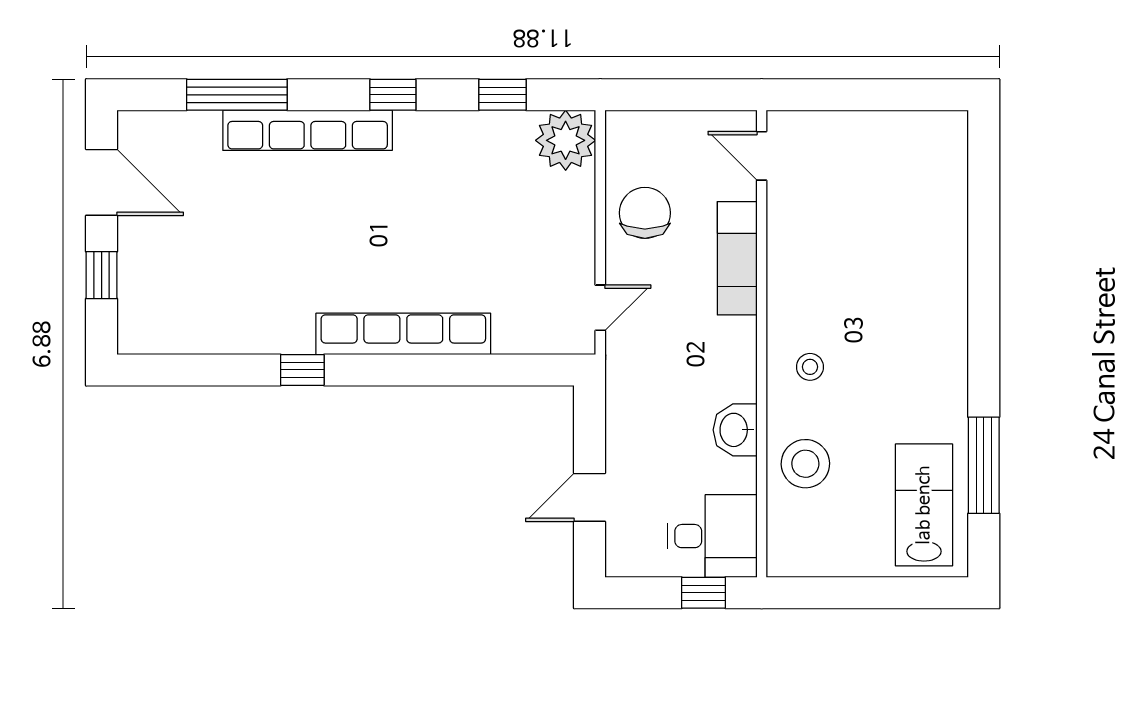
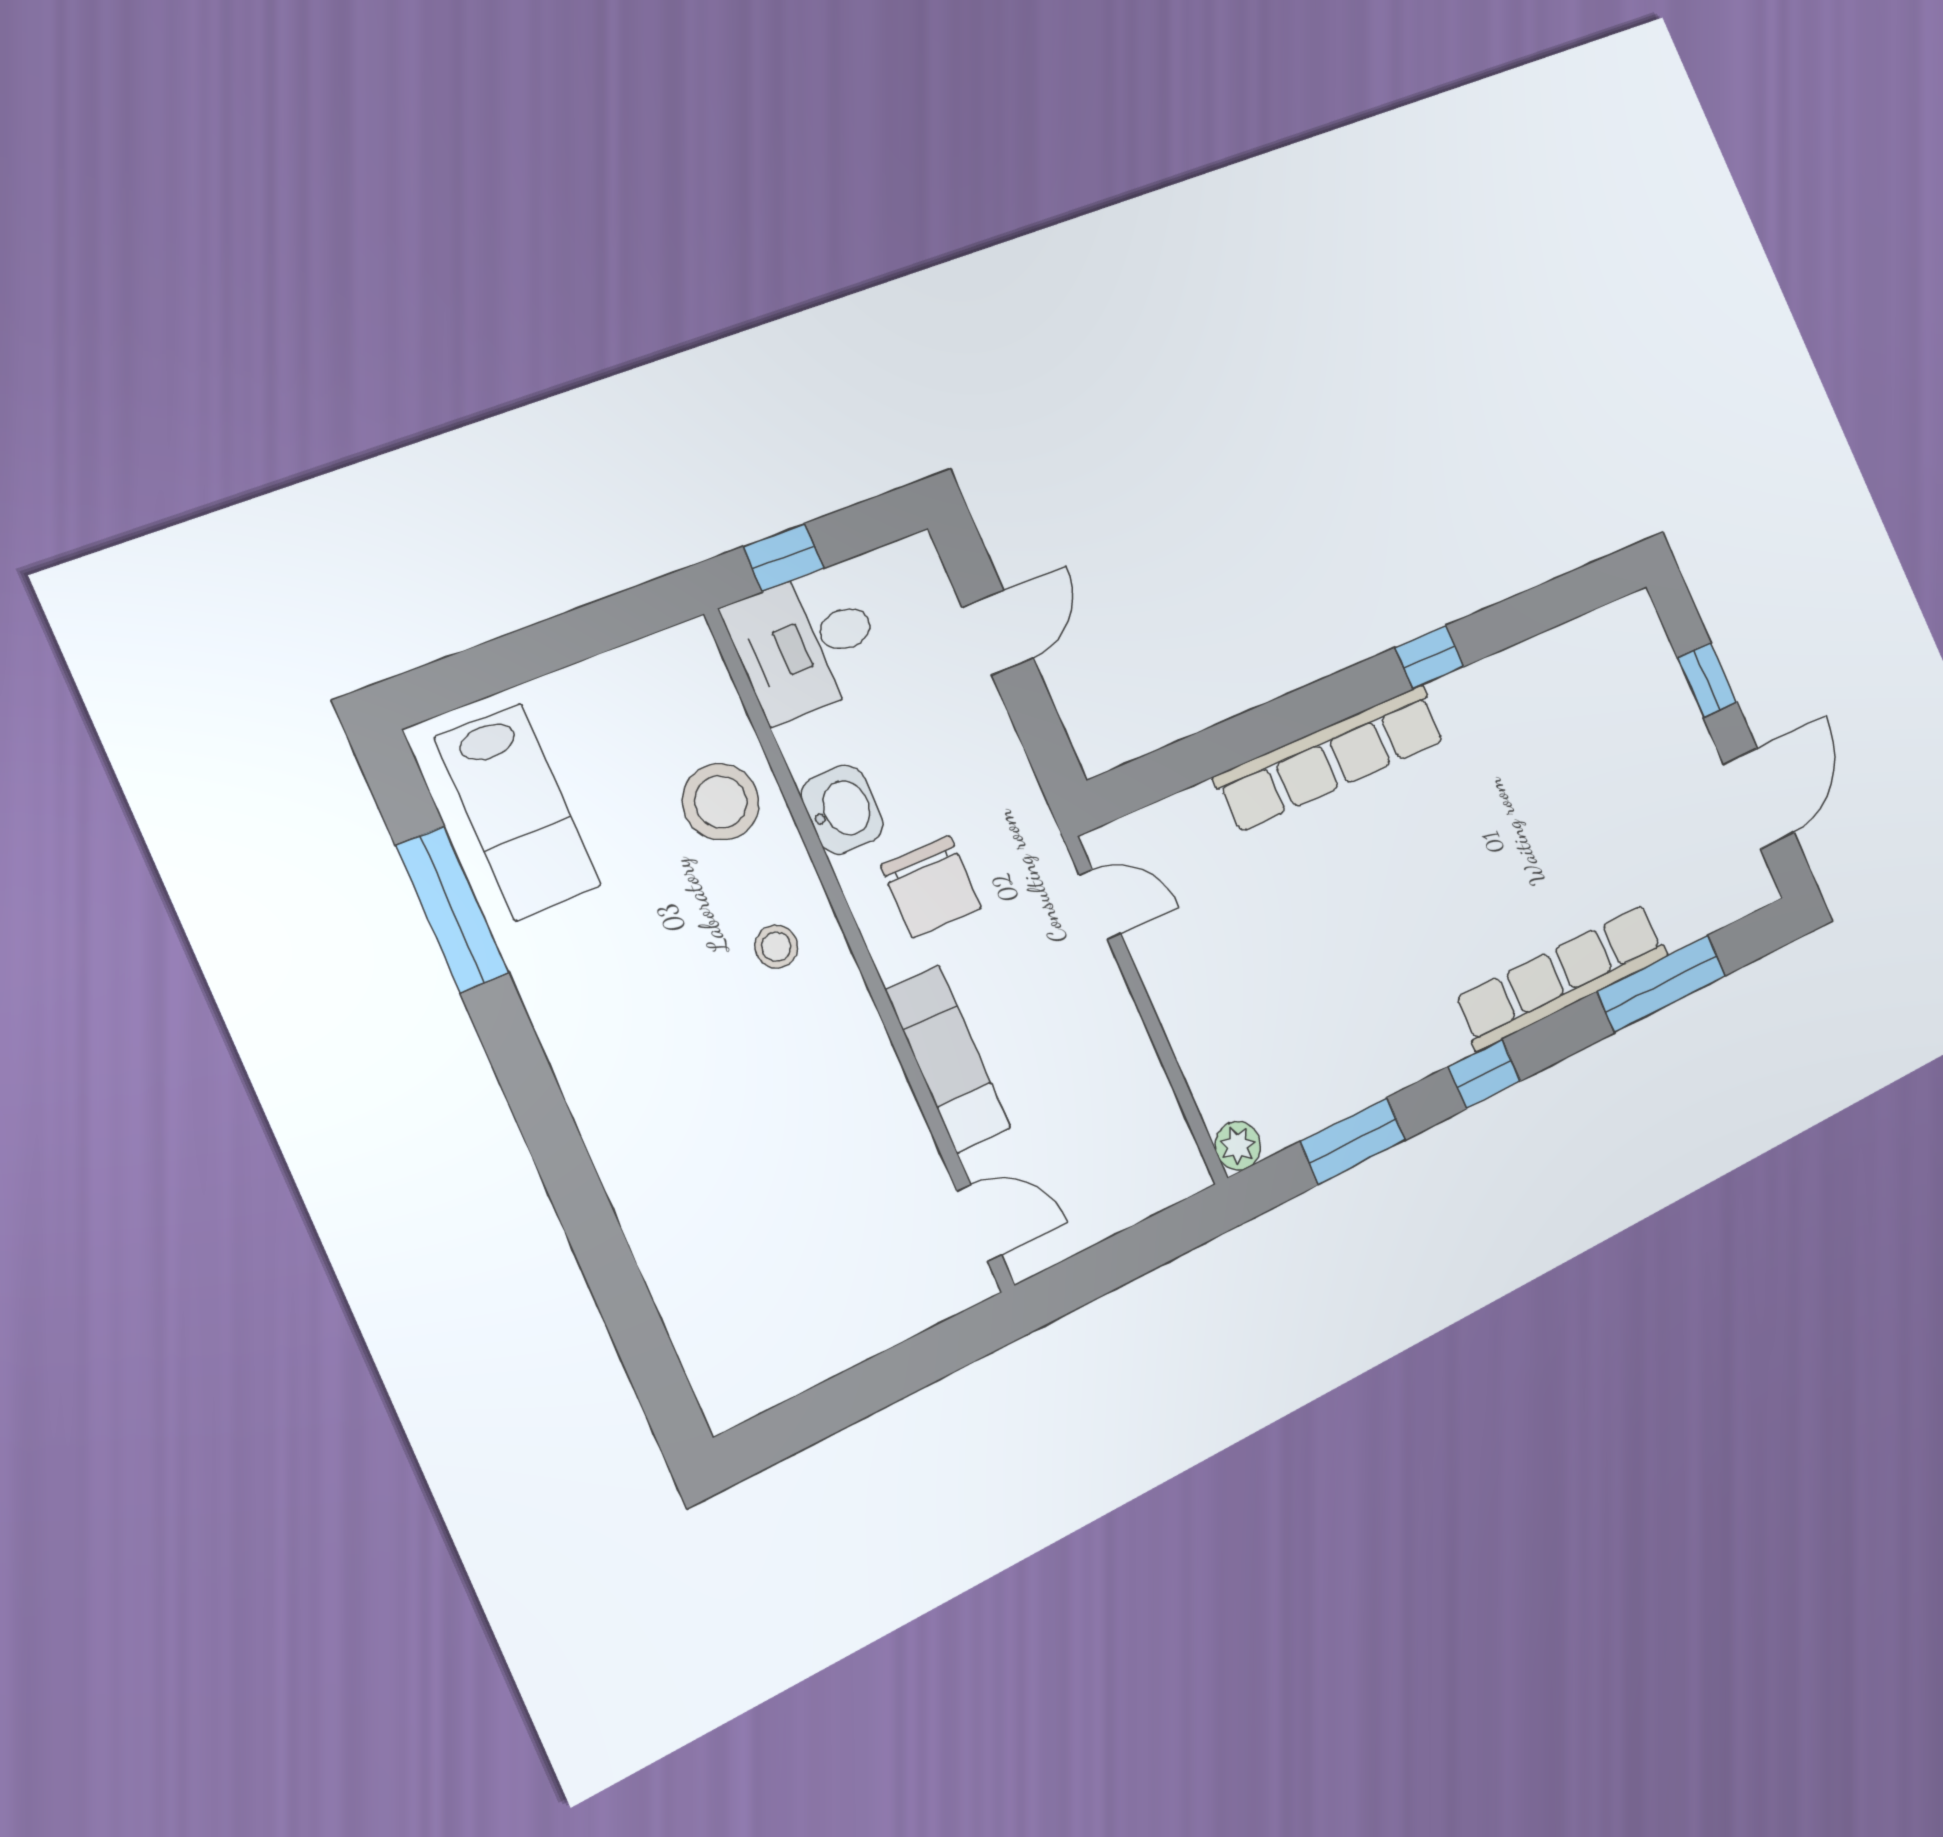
window: (503, 95) -> (1353, 1141), width x1.50
plant: (566, 140) -> (1238, 1146), width x0.53, depth x0.53
door: (102, 182) -> (1759, 798), swing flipped
chair: (645, 213) -> (931, 887), moved
door: (600, 308) -> (1100, 904), swing flipped

